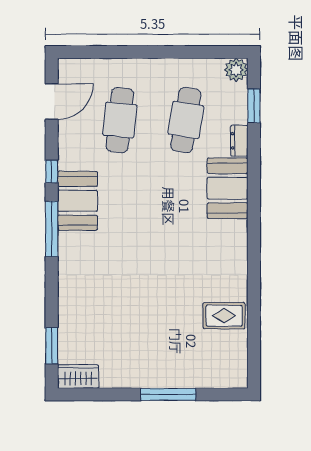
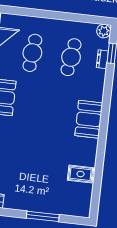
dresser: (239, 141) -> (102, 59), moved
booth: (228, 188) -> (89, 119), moved

